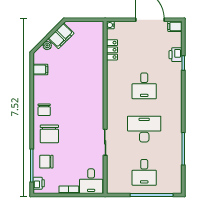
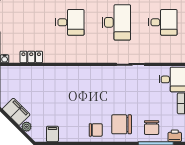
desk: (144, 129) -> (116, 22), turned 180
chair: (49, 134) -> (122, 124), turned 180

